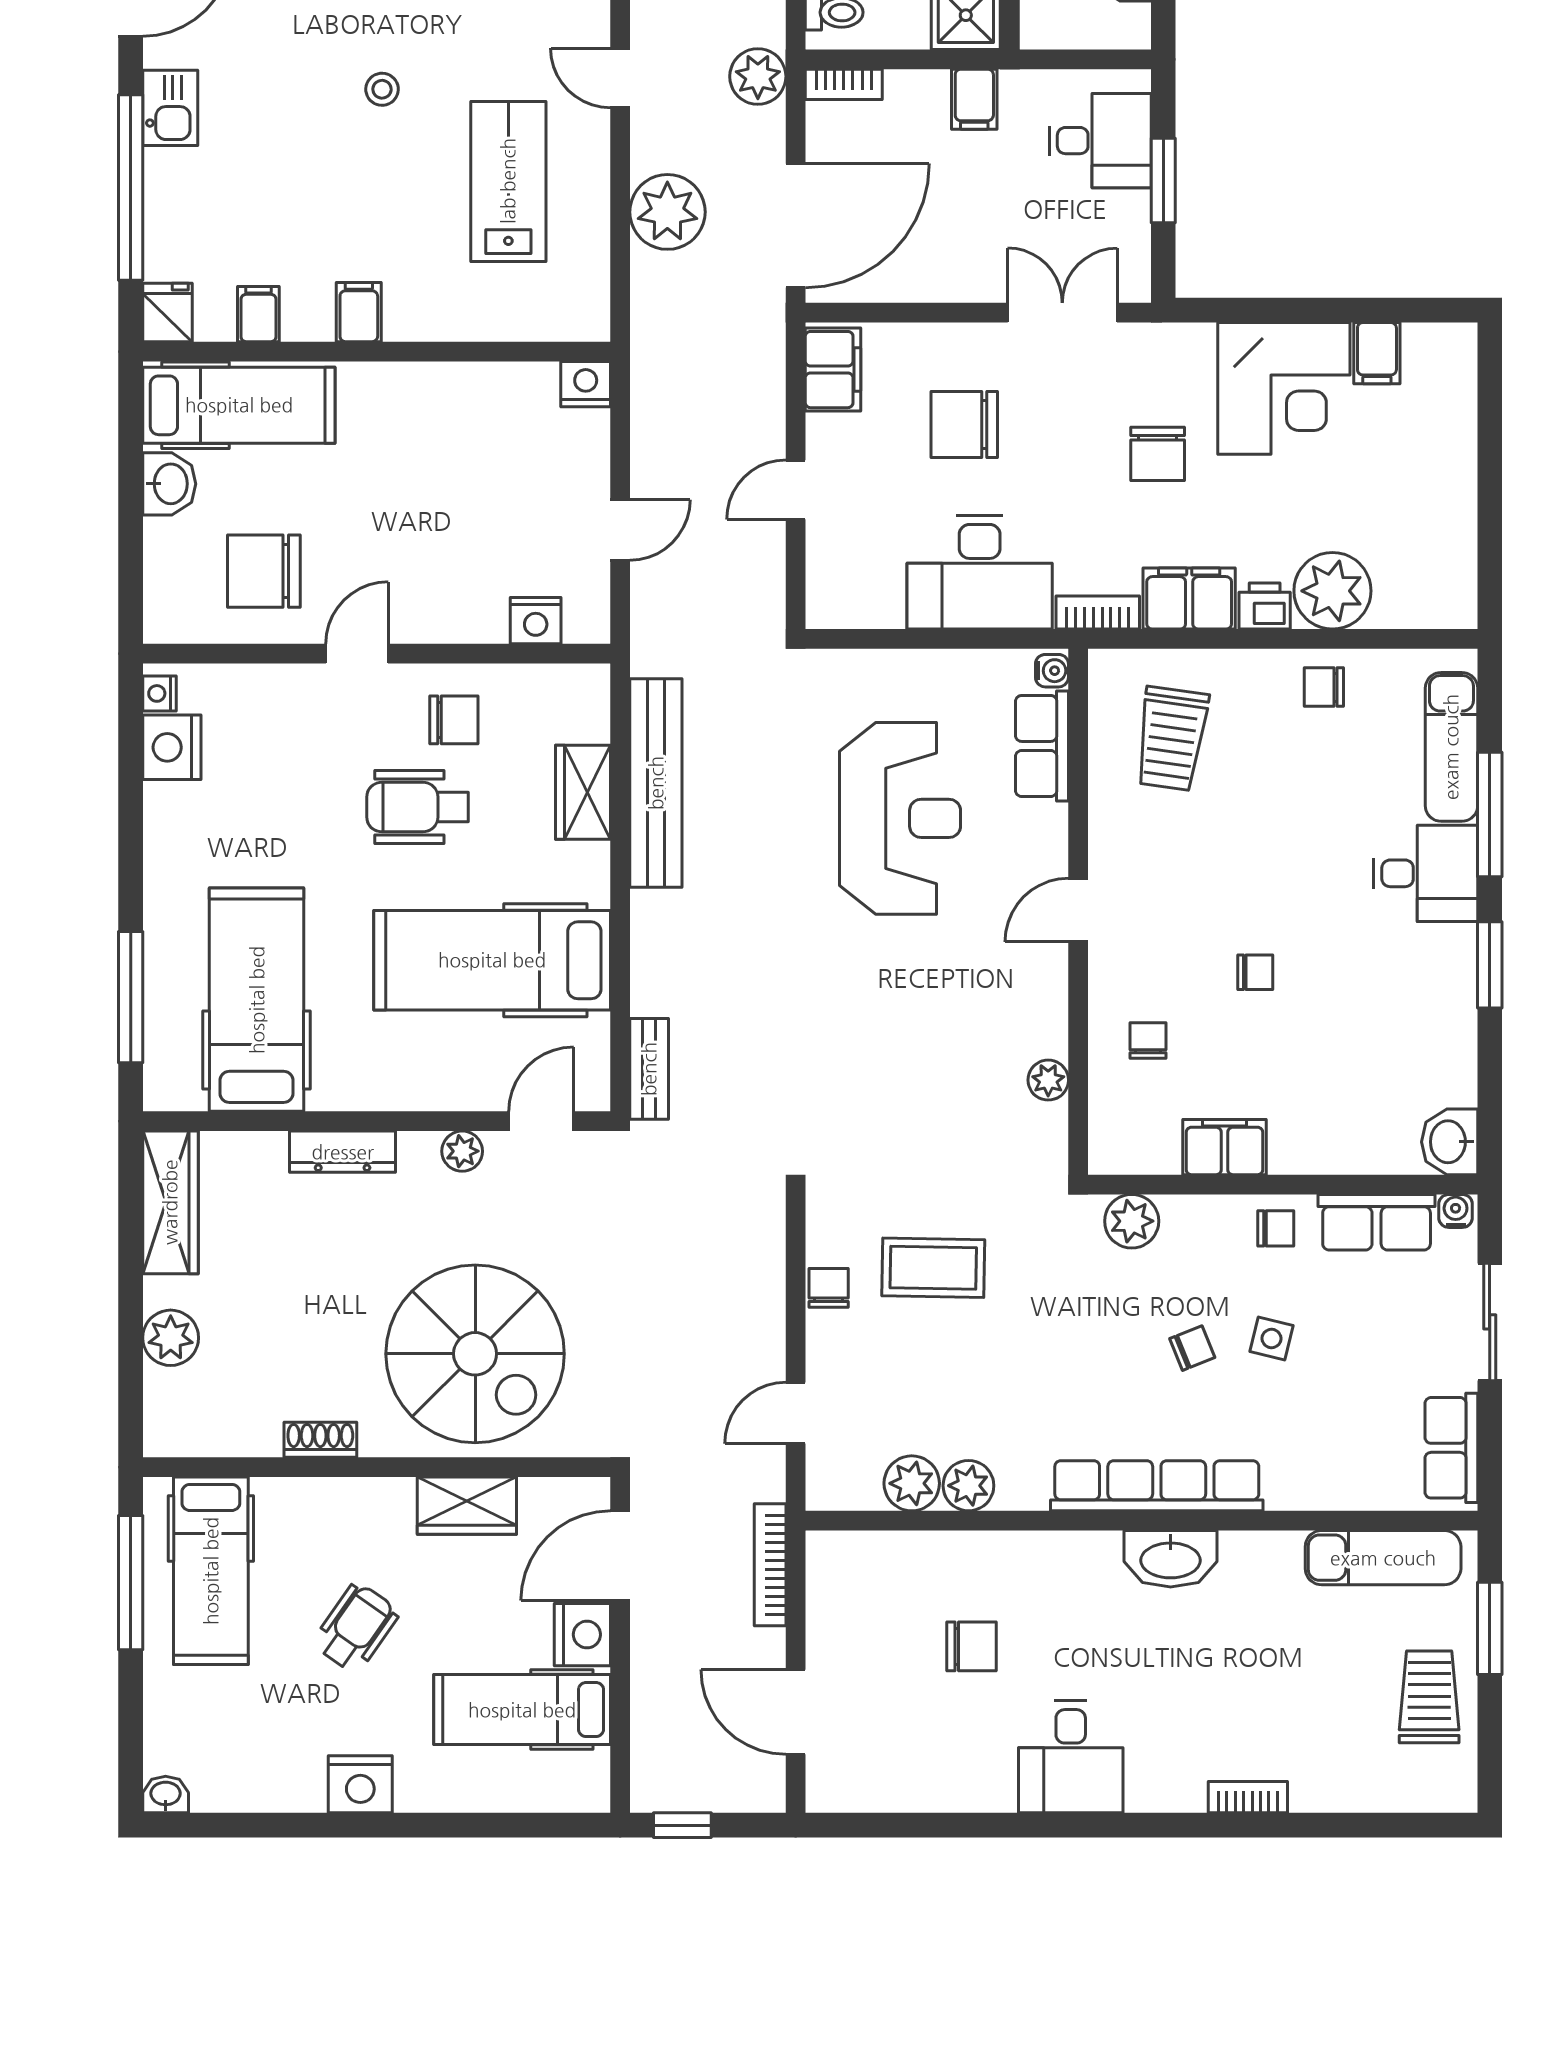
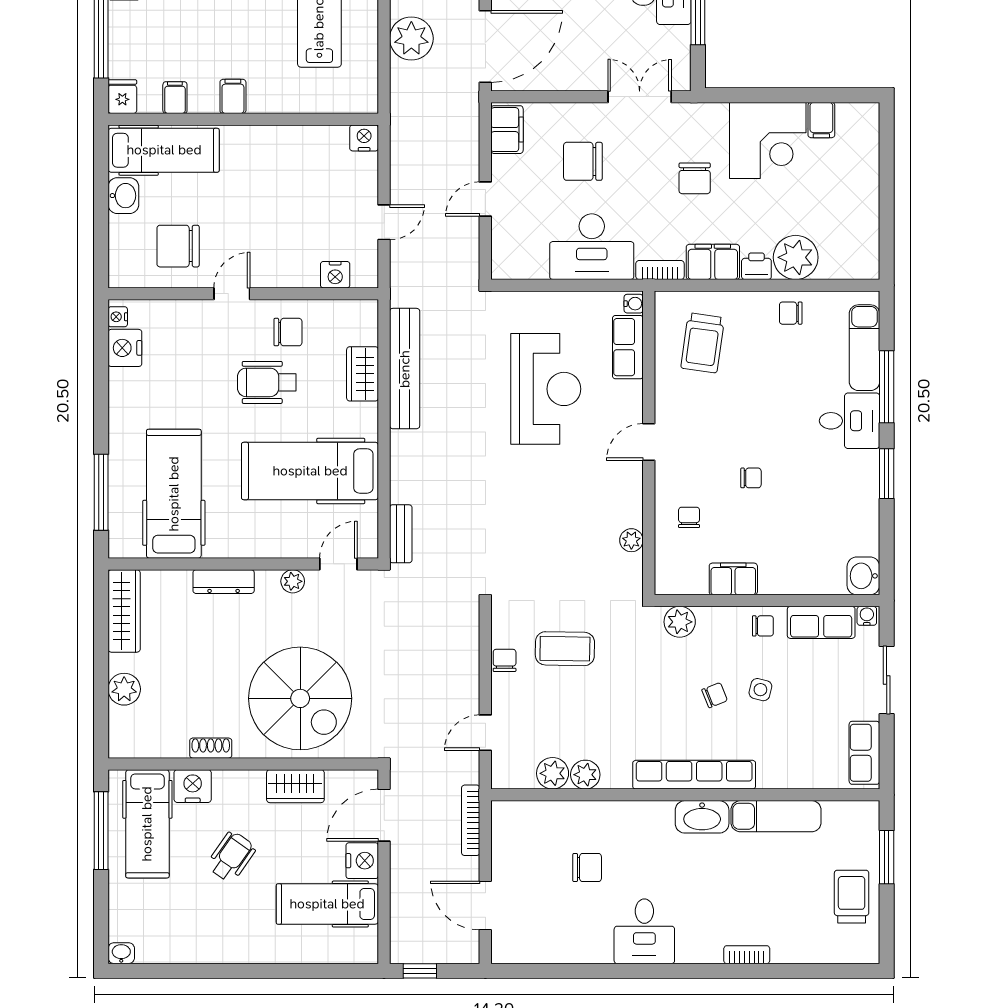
exam couch: (1383, 1558) -> (776, 816), moved
nightstand: (360, 1784) -> (193, 786), moved, turned 180

